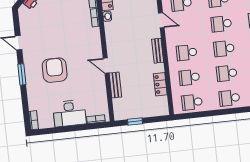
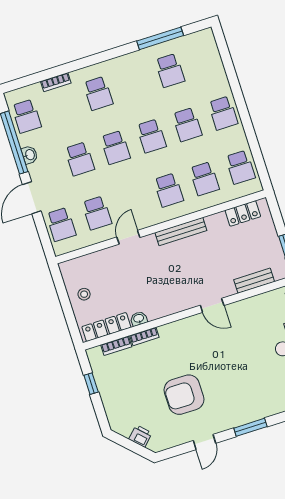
bench: (158, 51) -> (181, 232), width x1.36
door: (106, 66) -> (212, 305), hinge flipped
armchair: (55, 70) -> (184, 395), moved
locker: (160, 84) -> (243, 213), moved
bench: (115, 85) -> (254, 281), moved

